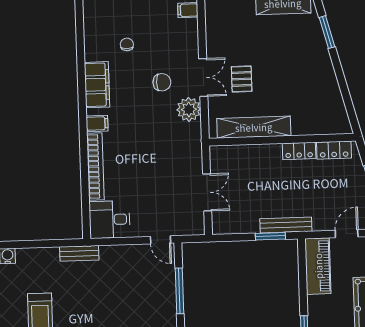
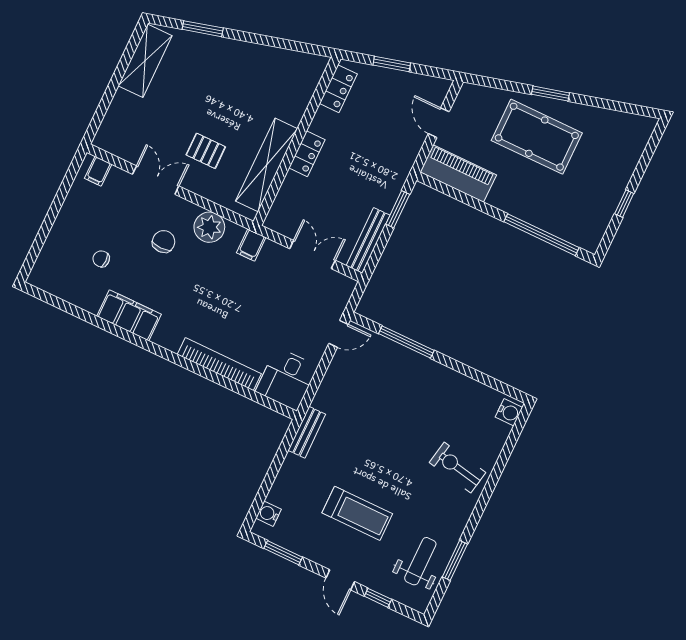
double door: (203, 77) -> (156, 180), moved
filing cabinet: (97, 123) -> (251, 245), moved, turned 180
locker: (299, 151) -> (307, 154), moved
bench: (286, 225) -> (368, 240), moved

